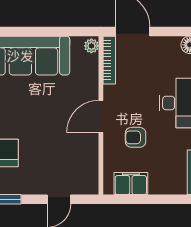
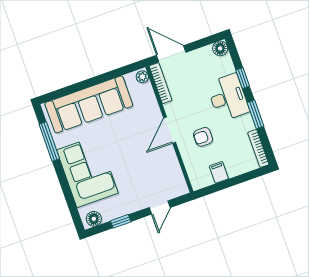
filing cabinet: (131, 184) -> (219, 172), width x0.50

